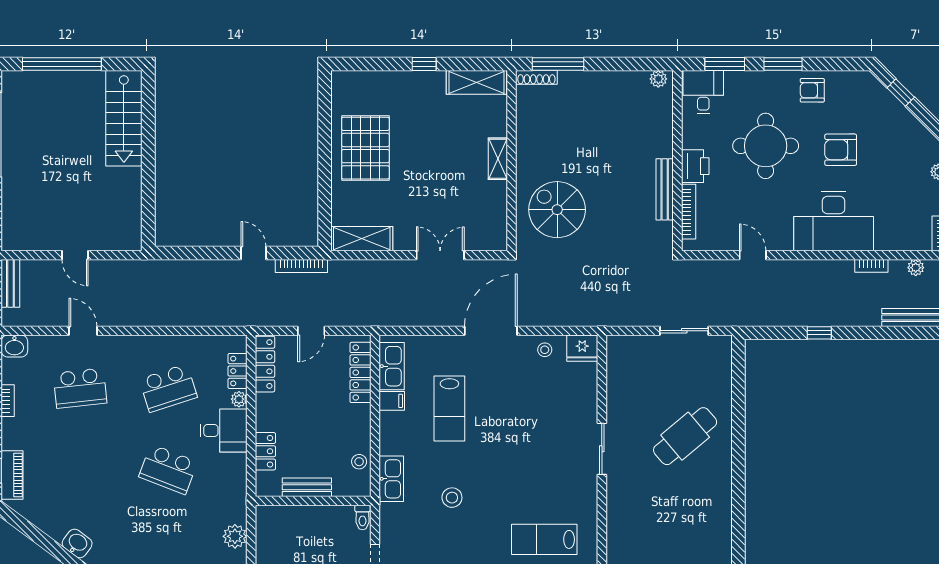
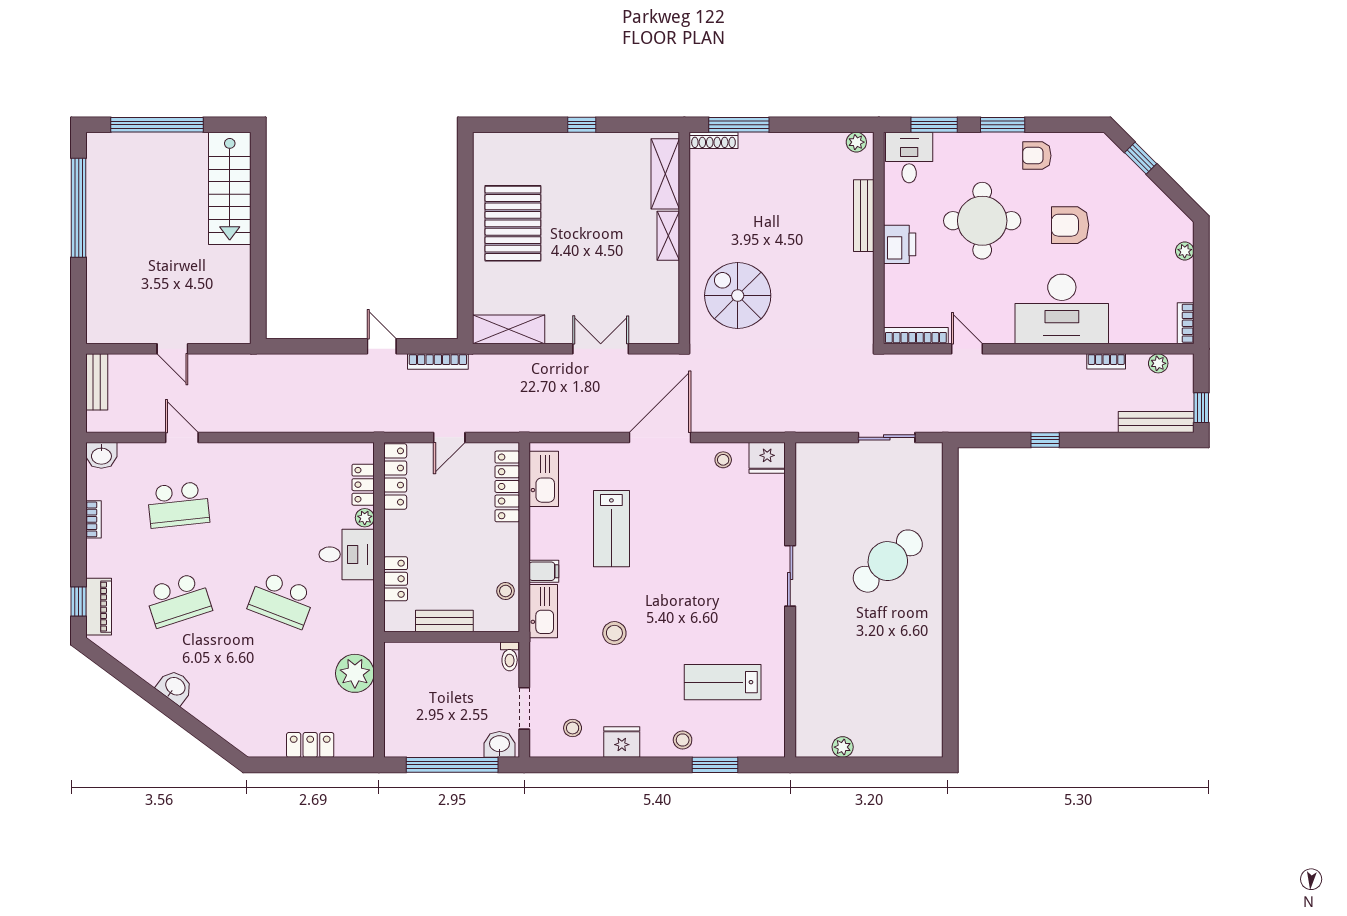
shelving: (476, 82) -> (665, 174), moved, turned 90
bench: (665, 189) -> (864, 216), moved
bookcase: (689, 212) -> (916, 336), moved, turned -90
school desk: (168, 388) -> (178, 600), moved
filing cabinet: (392, 401) -> (544, 571), moved
plant: (235, 536) -> (355, 673), width x1.36, depth x1.36

